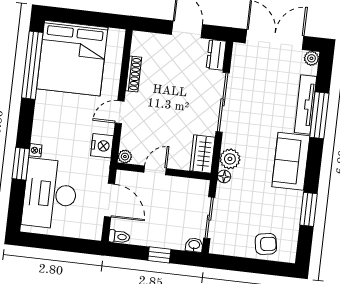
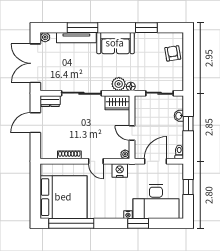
window: (66, 244) -> (188, 187), added
washbasin: (194, 245) -> (179, 116), moved

